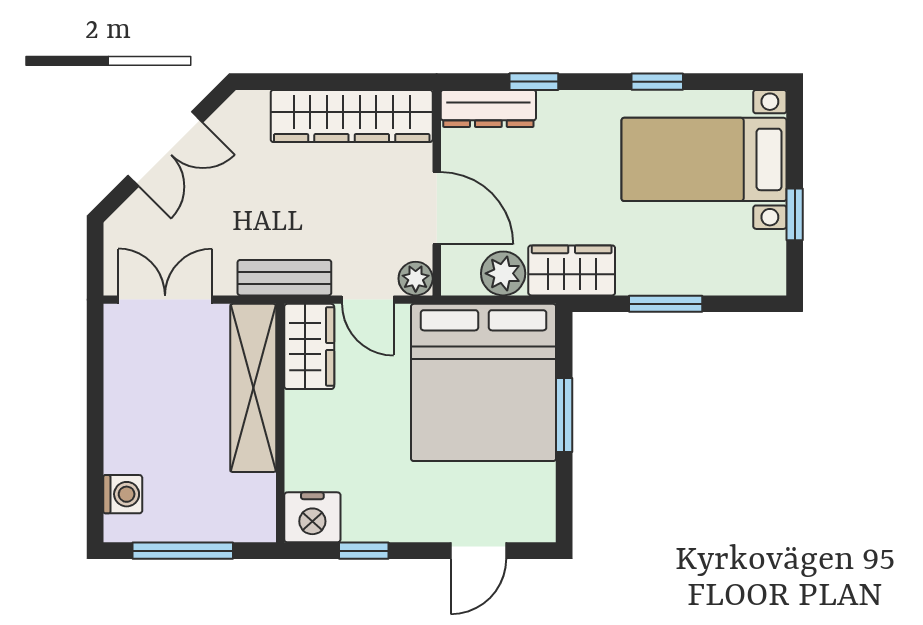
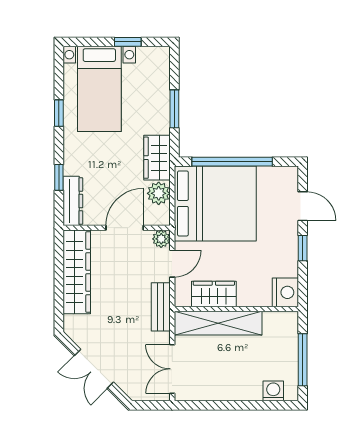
double door: (165, 149) -> (94, 369), swing flipped
wardrobe: (309, 346) -> (214, 294), moved
window: (564, 415) -> (232, 162), width x2.11
window: (364, 551) -> (303, 248), moved

